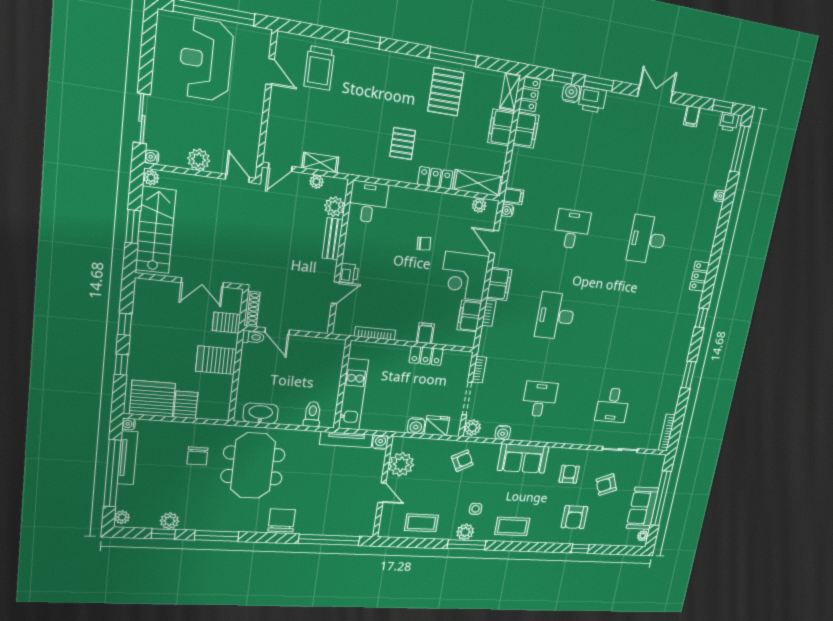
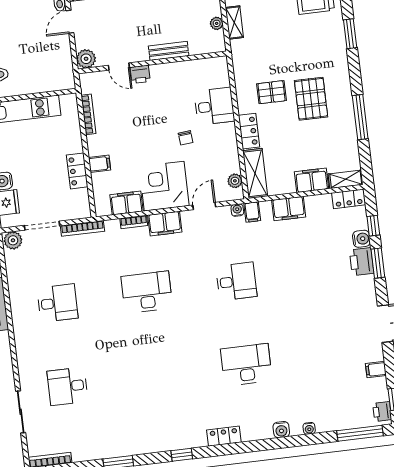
pallet: (446, 92) -> (311, 99), moved, turned 90
filing cabinet: (526, 130) -> (289, 209), moved
desk: (368, 202) -> (214, 106), moved
plant: (334, 207) -> (86, 59), moved
bookcase: (479, 370) -> (82, 228), width x1.56
water cooler: (503, 433) -> (281, 430), moved, turned -90

